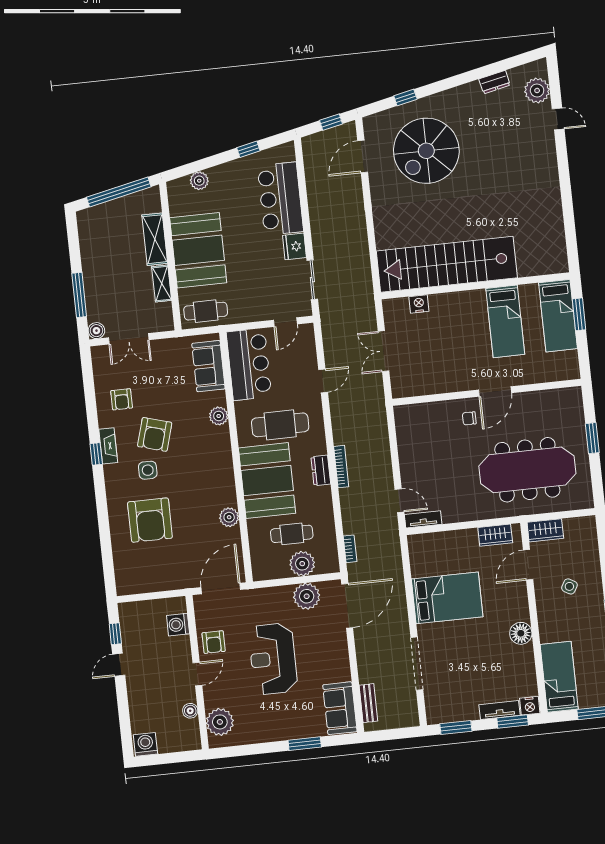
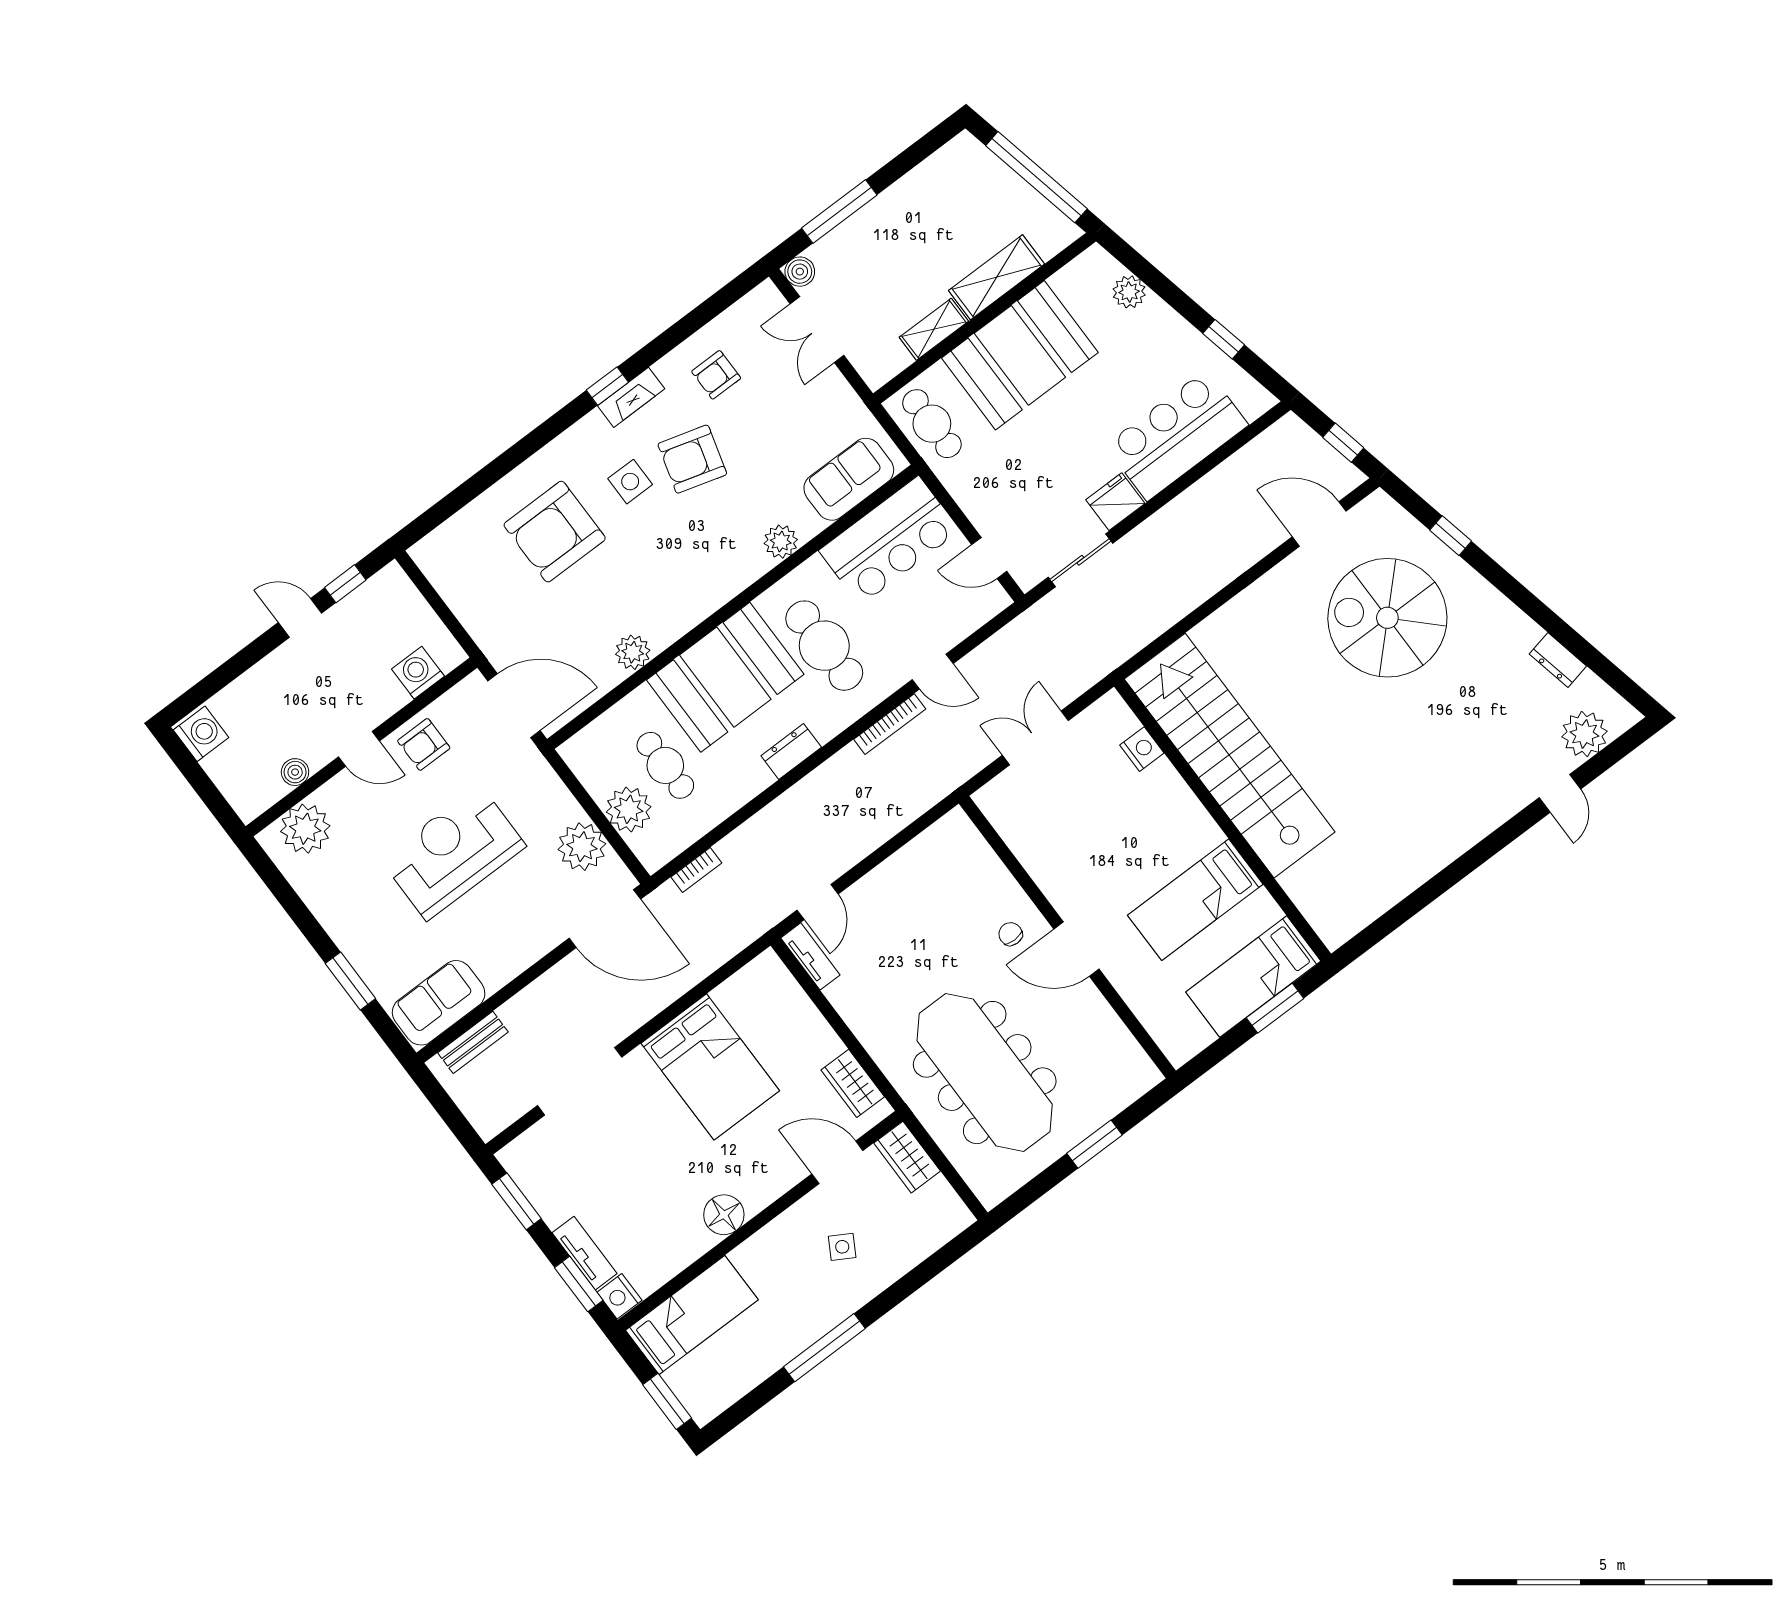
bookcase: (341, 467) -> (890, 724), moved

